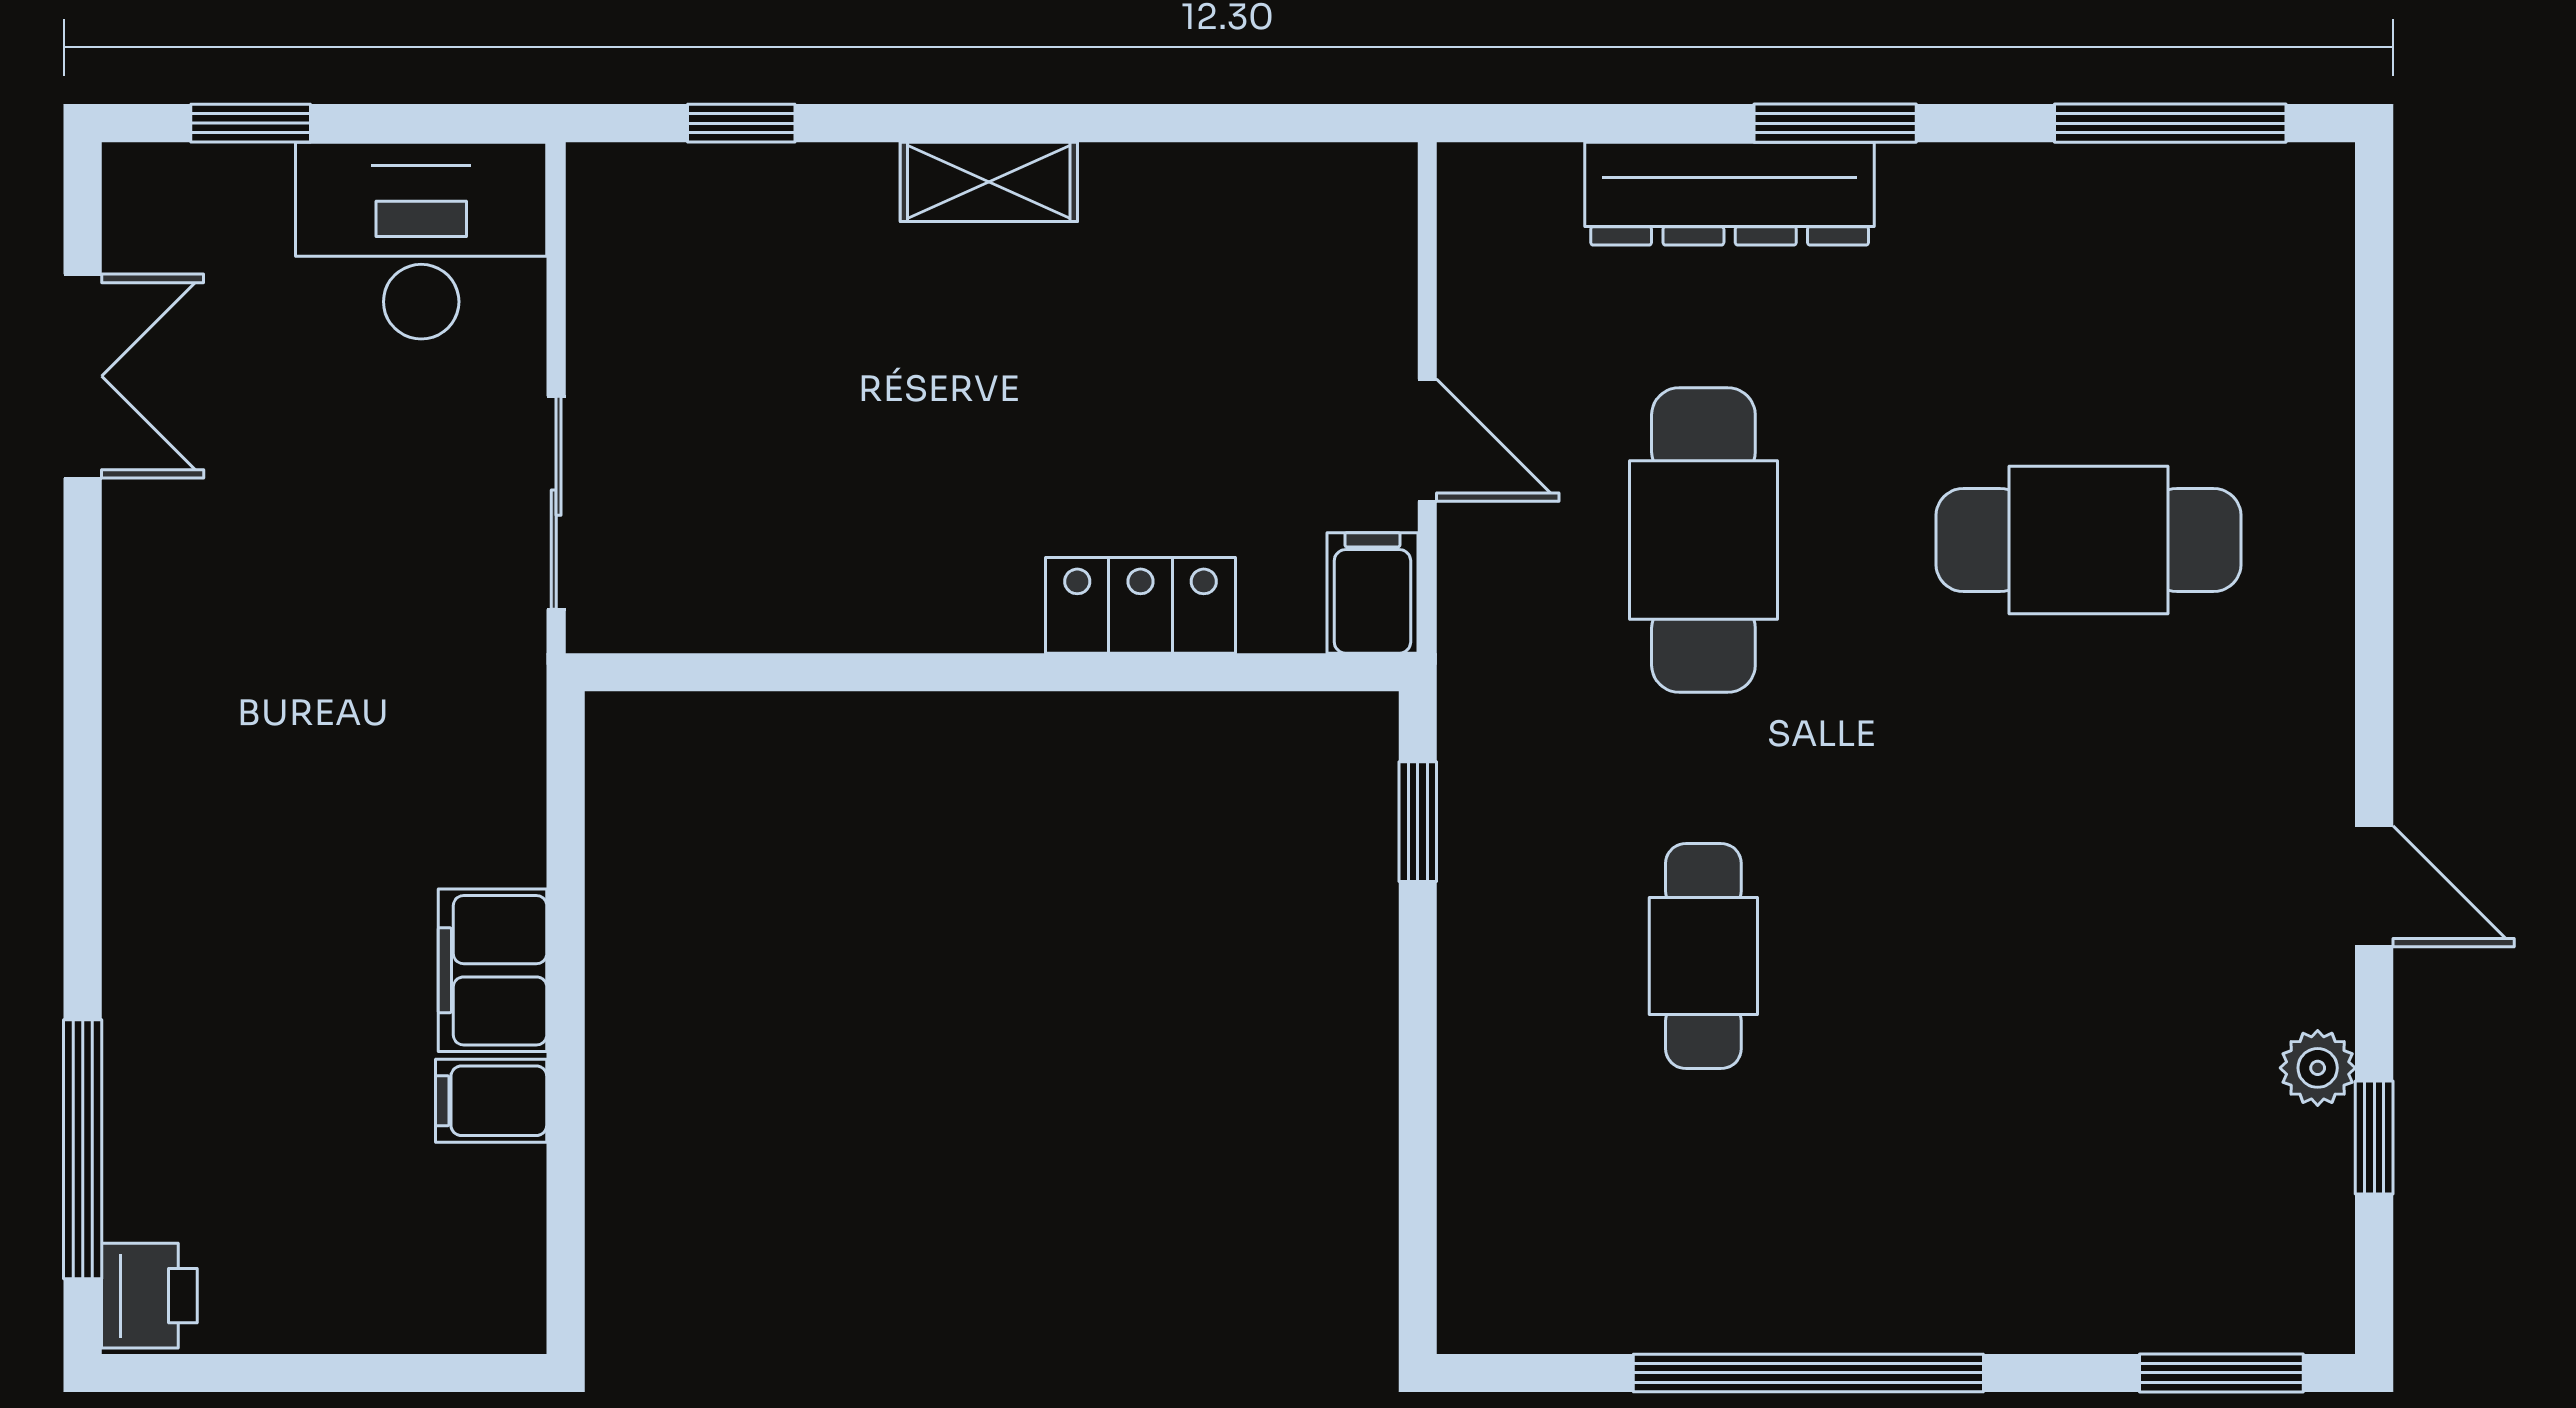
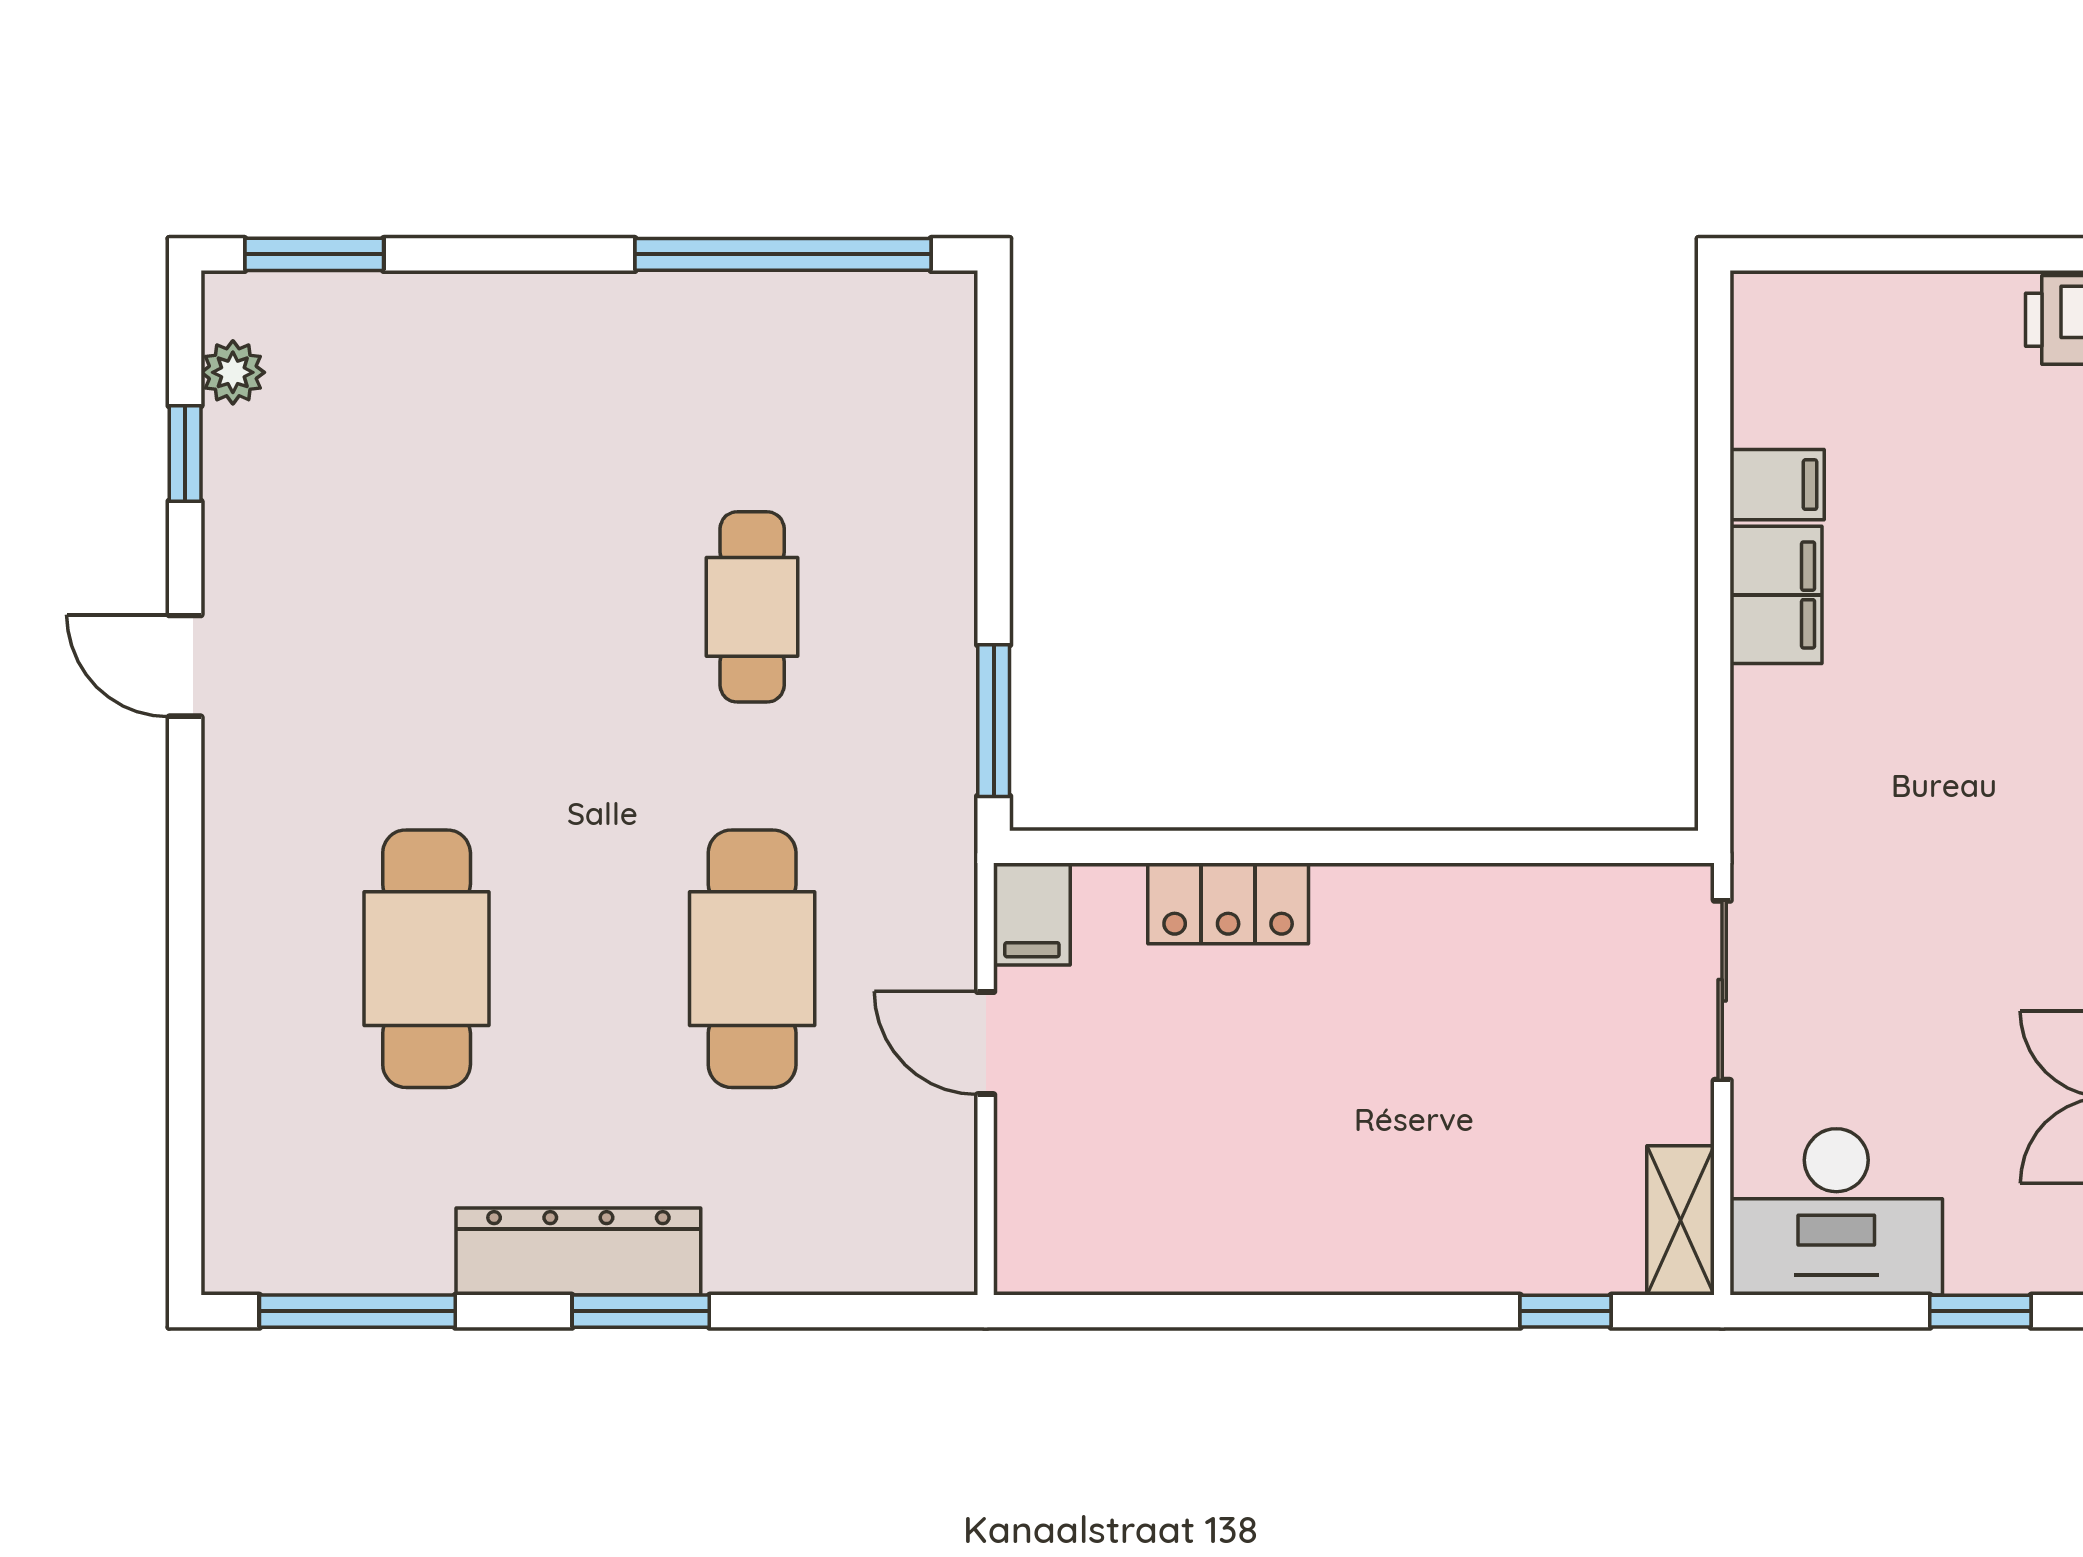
shelving: (989, 182) -> (1681, 1220), moved, turned 90
dresser: (1730, 194) -> (578, 1252), moved
cafe table: (2088, 540) -> (427, 959), turned 90
window: (1418, 822) -> (994, 721), width x1.50
plant: (2318, 1068) -> (233, 372), moved
window: (1808, 1373) -> (783, 254), moved

